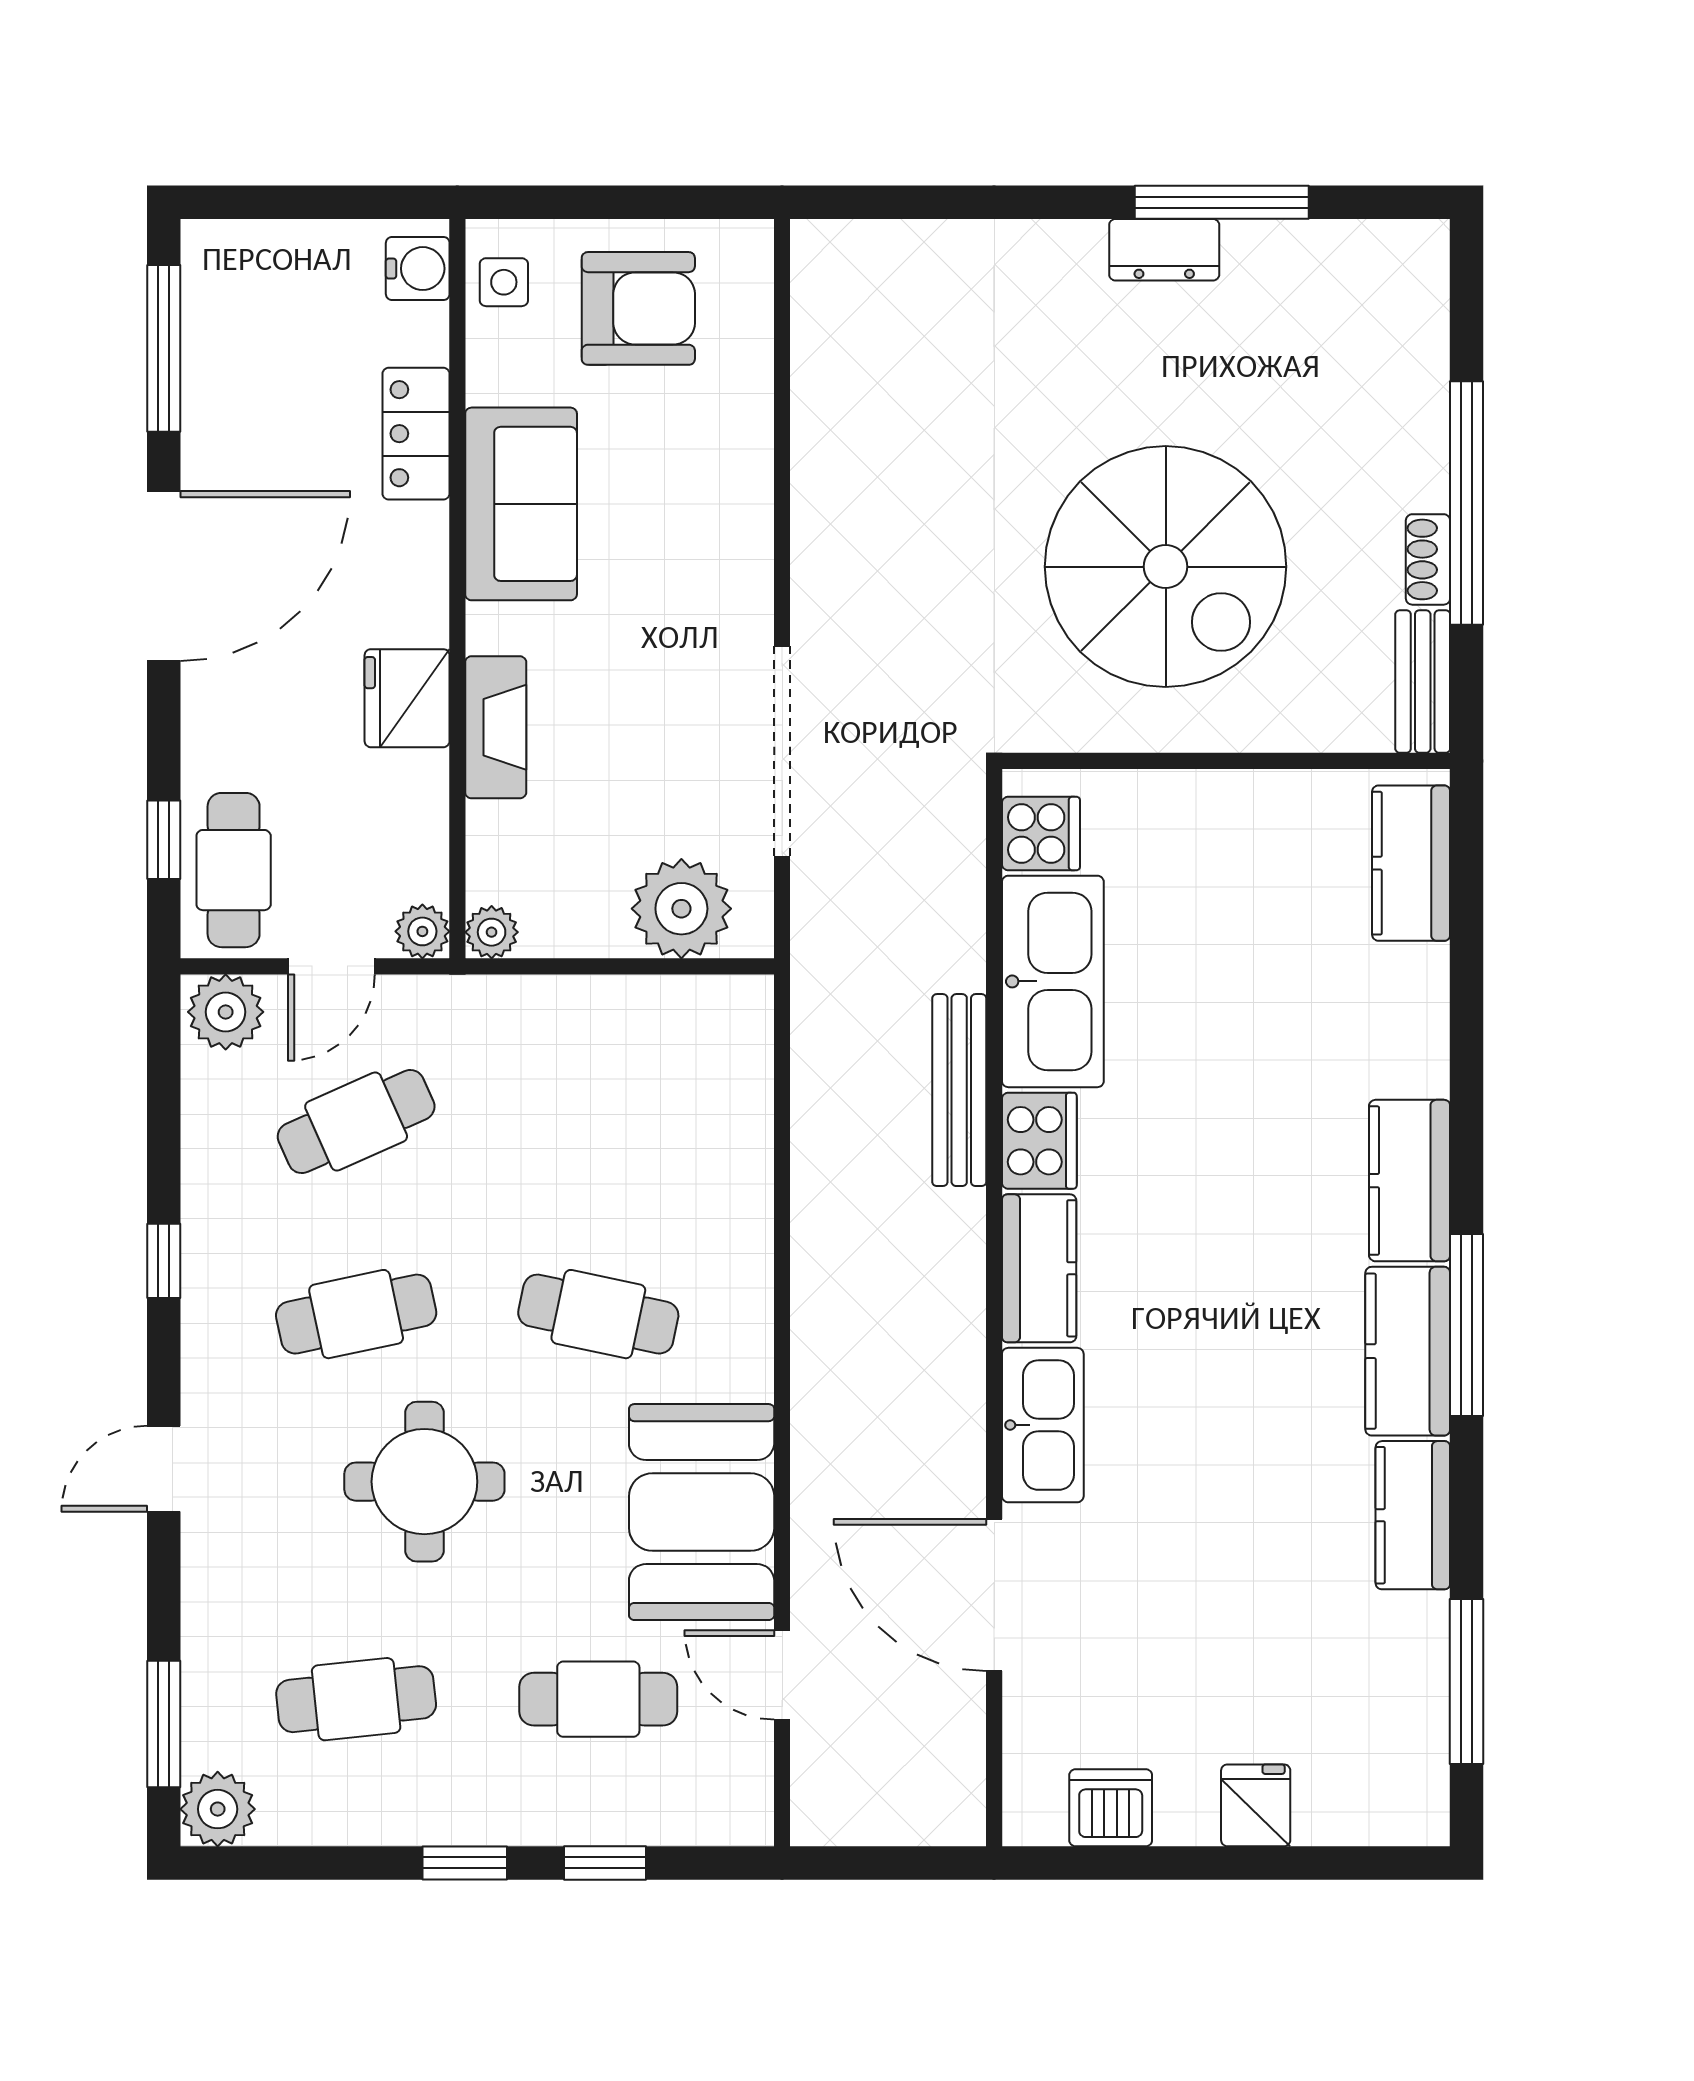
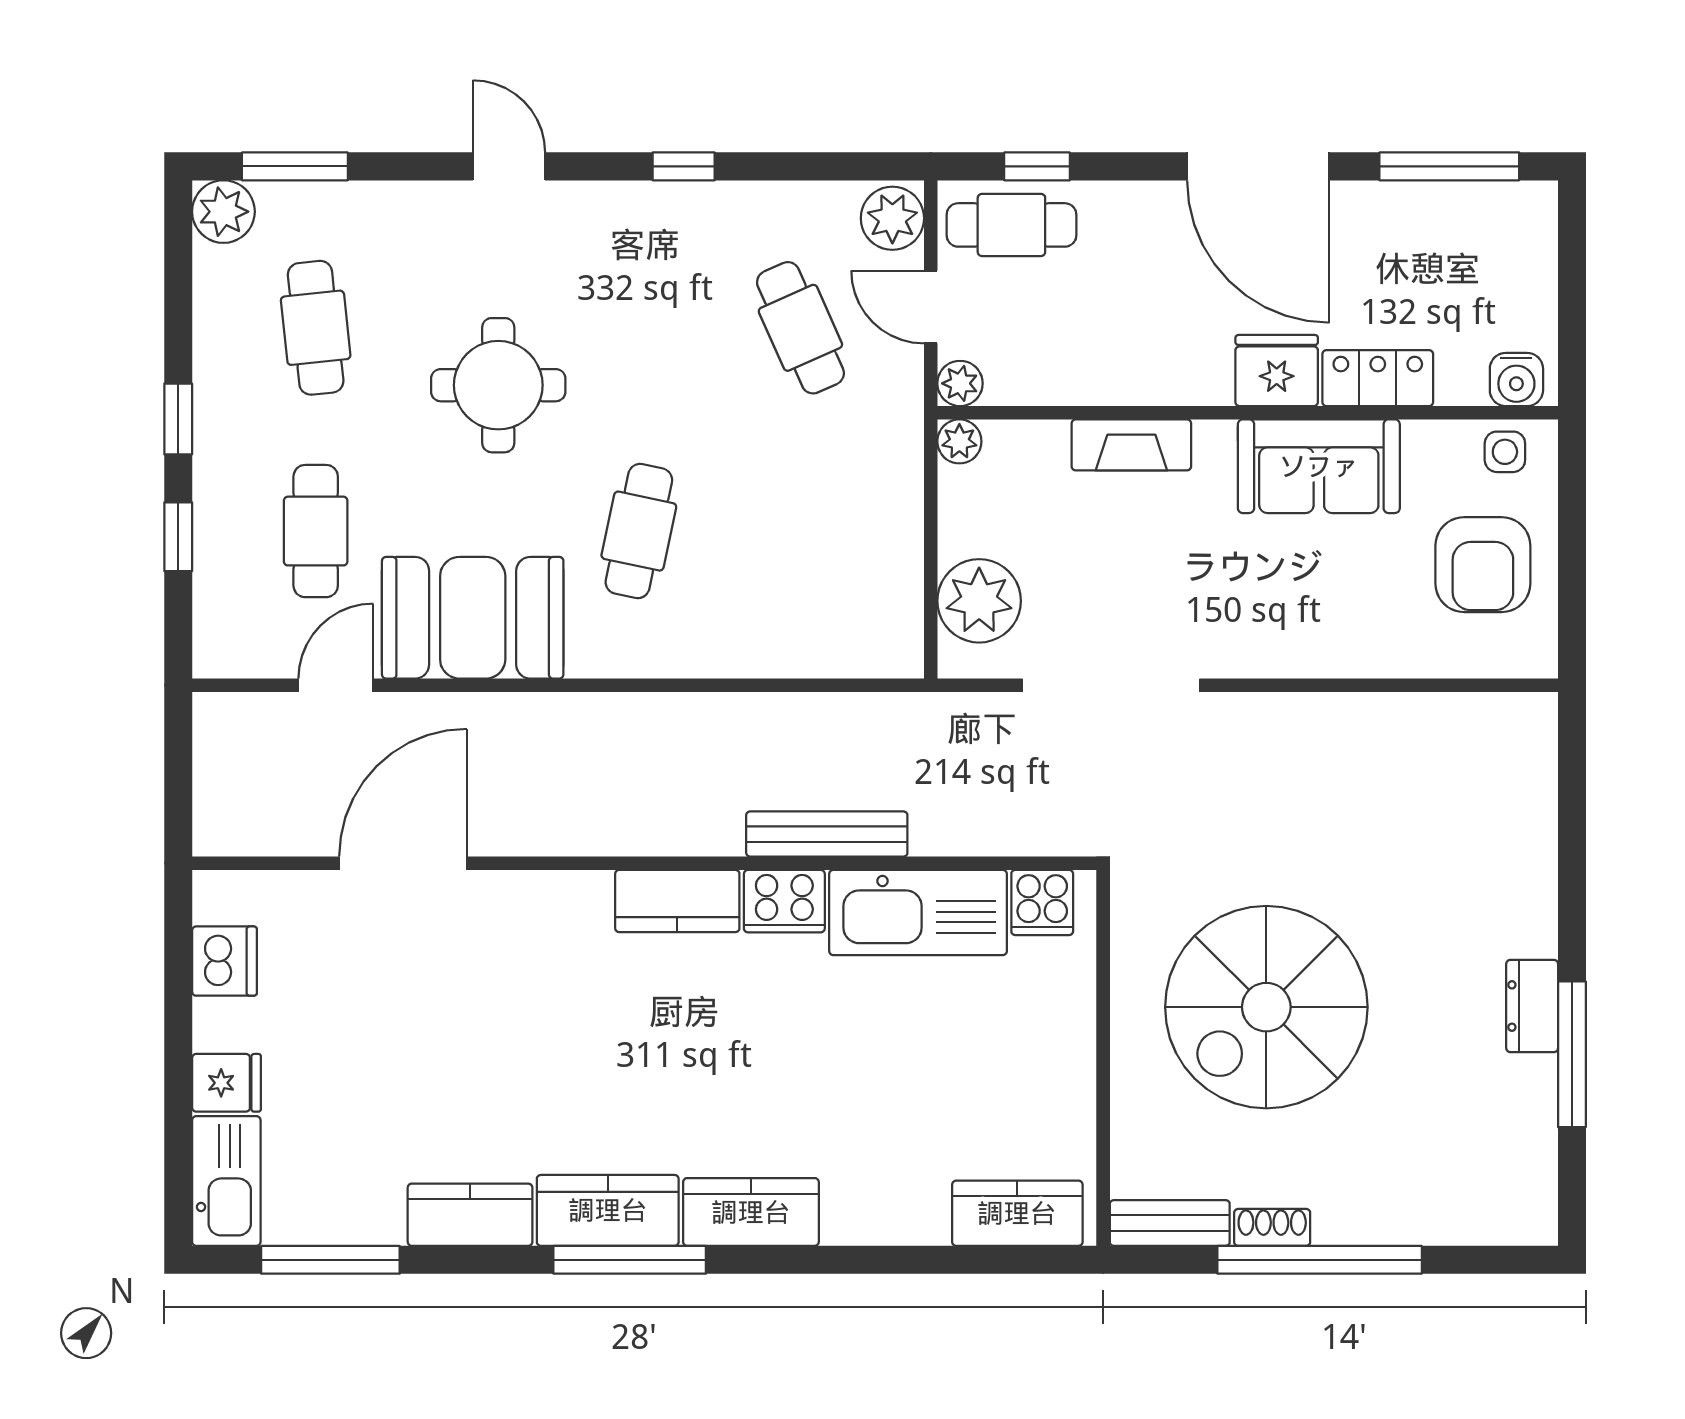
fridge: (407, 698) -> (1277, 371), moved
cafe table: (356, 1314) -> (639, 328), removed
kitchen sink: (1043, 1425) -> (226, 1181), moved, turned -90

